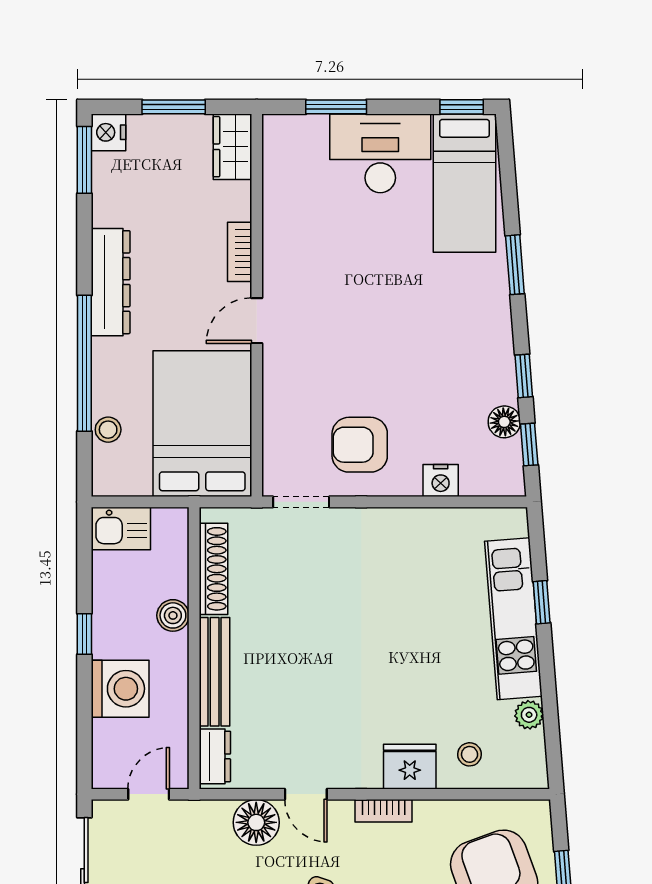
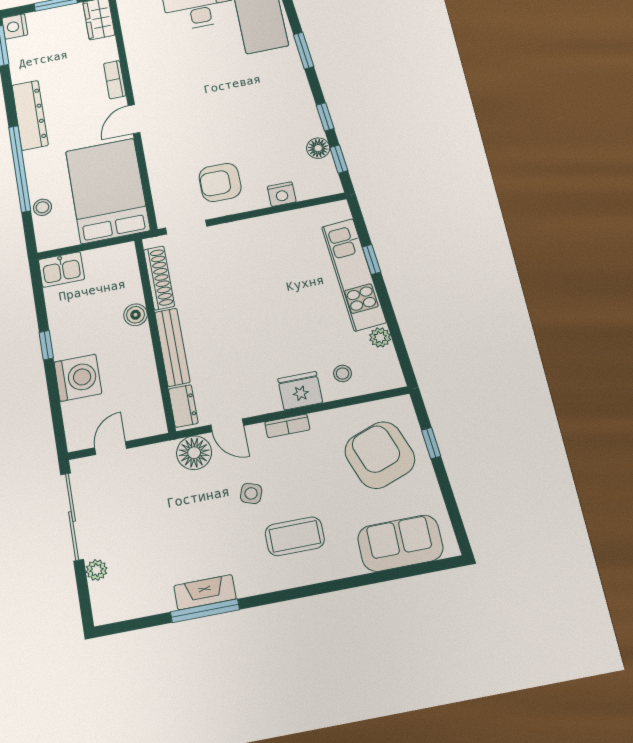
shoe rack: (213, 569) -> (159, 278), moved
boiler: (173, 615) -> (136, 315), moved
wall: (194, 648) -> (155, 334), moved
bench: (215, 672) -> (172, 347), moved
dresser: (215, 756) -> (183, 406), moved

